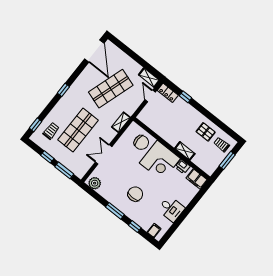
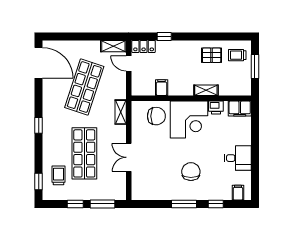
filing cabinet: (158, 127) -> (162, 88), added
plant: (95, 183) -> (142, 193), removed

